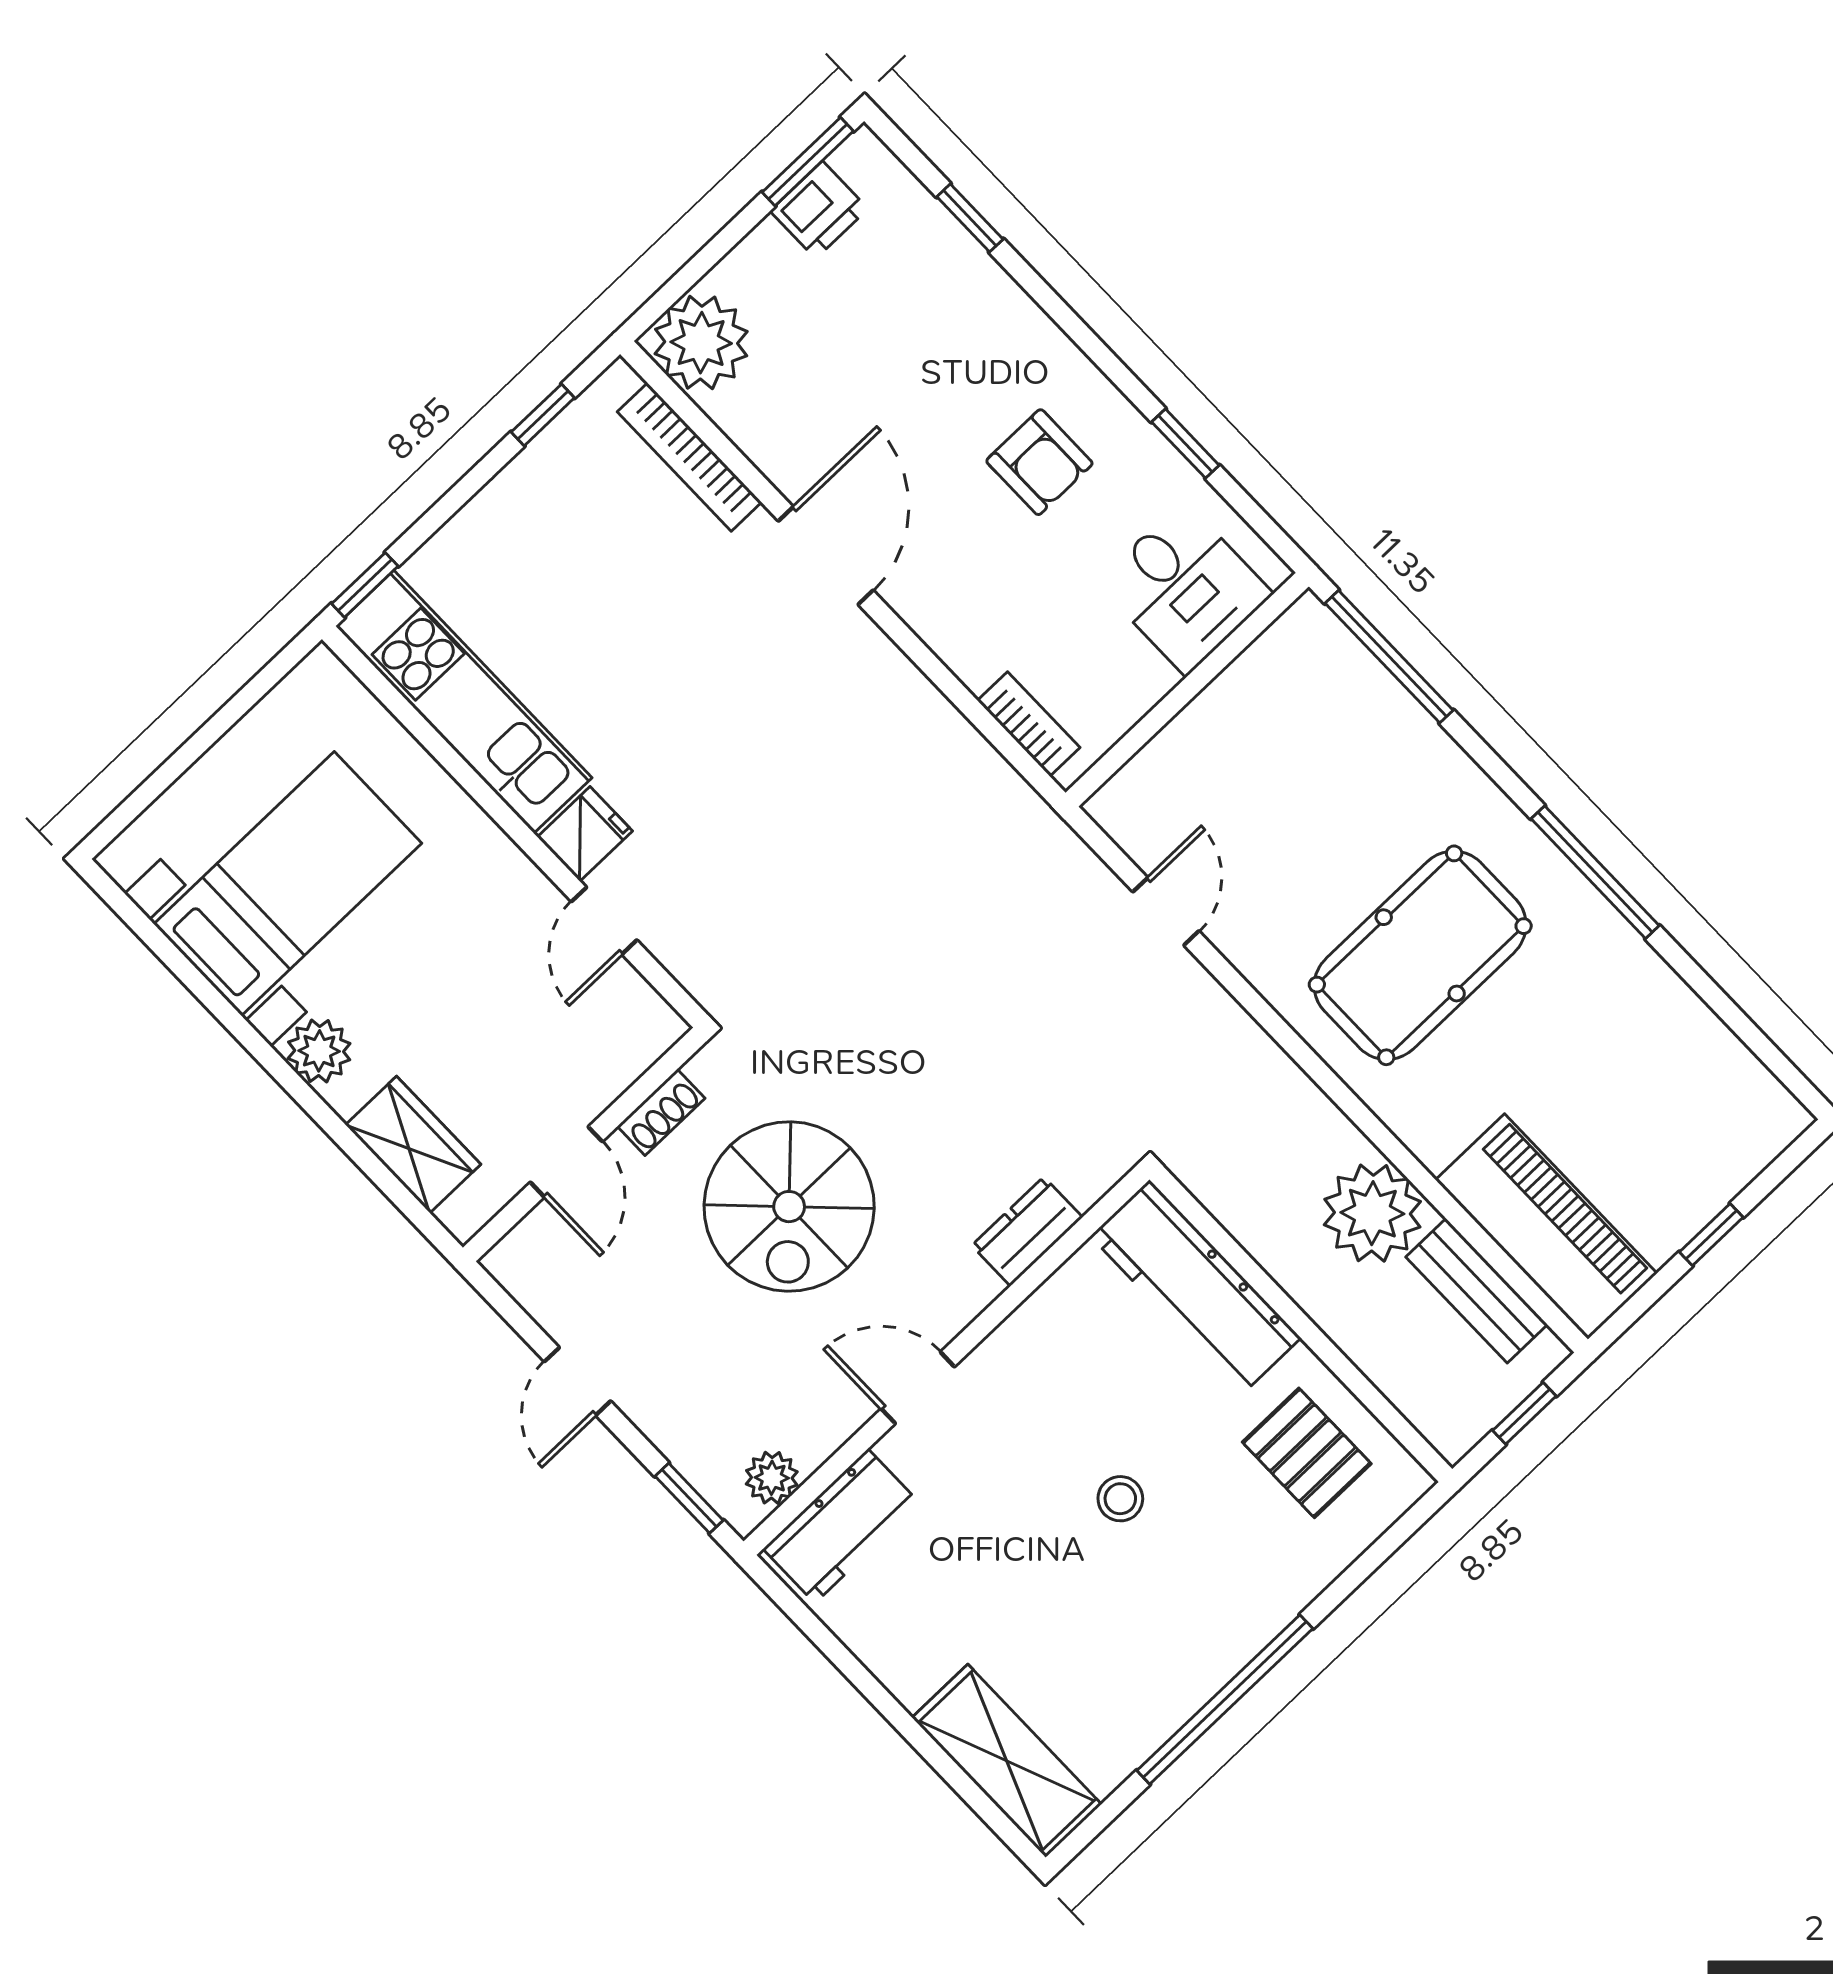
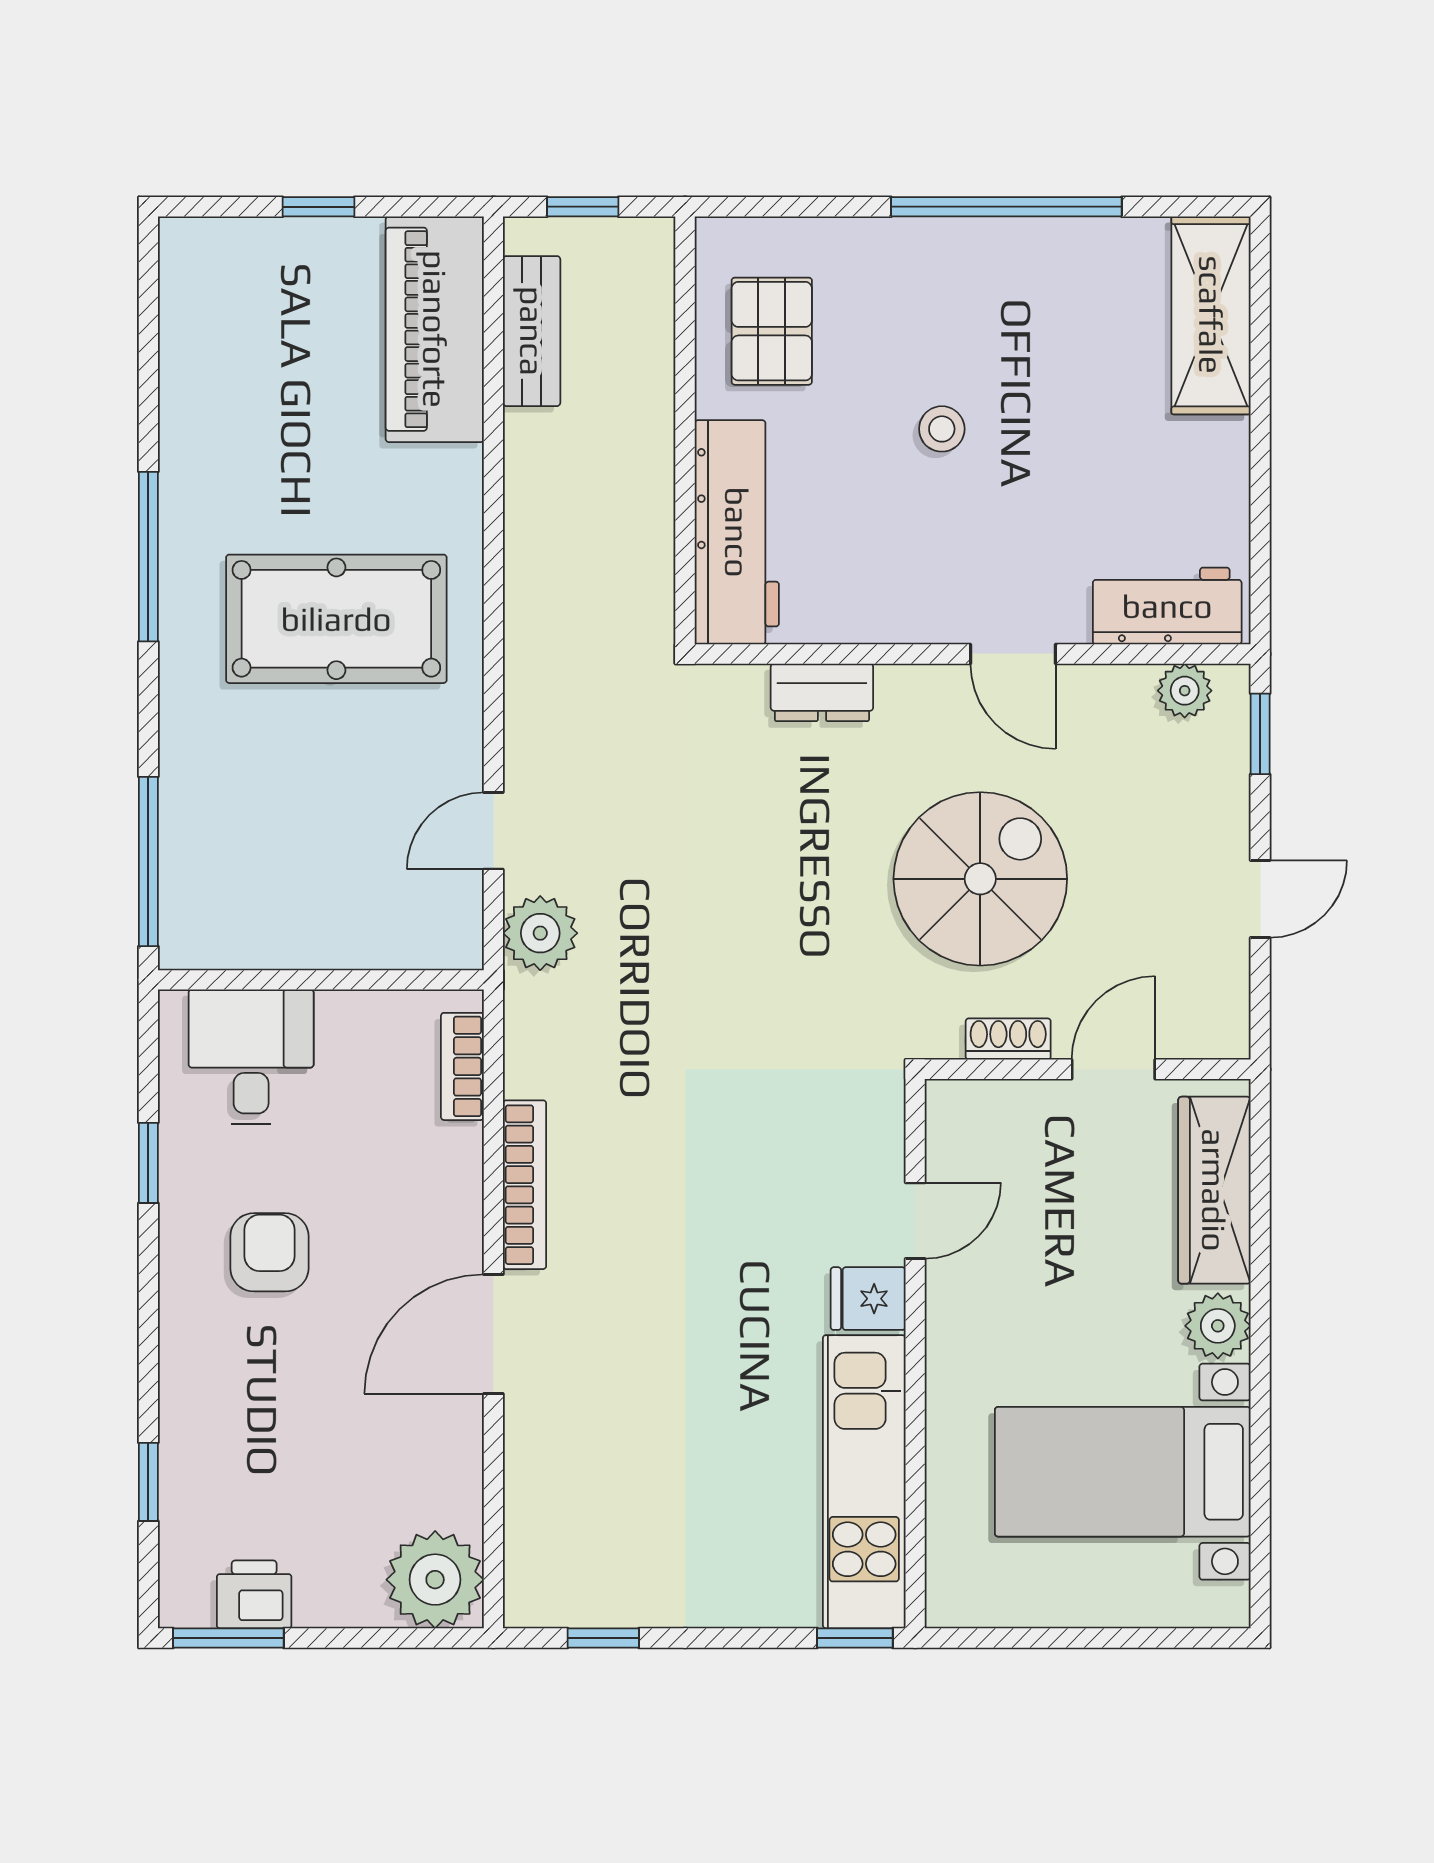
bookcase: (689, 457) -> (525, 1185), moved
wardrobe: (413, 1145) -> (1214, 1190), width x1.50
plant: (1372, 1213) -> (540, 933), moved, width x0.73, depth x0.73

